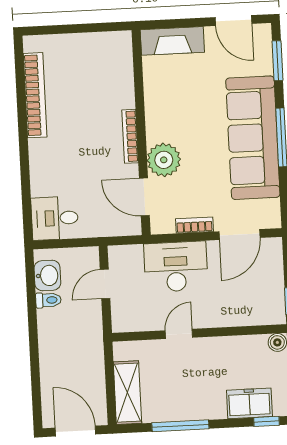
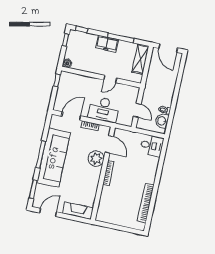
door: (233, 20) -> (48, 212), hinge flipped
door: (105, 284) -> (137, 110), hinge flipped
freezer: (249, 403) -> (107, 44), moved

